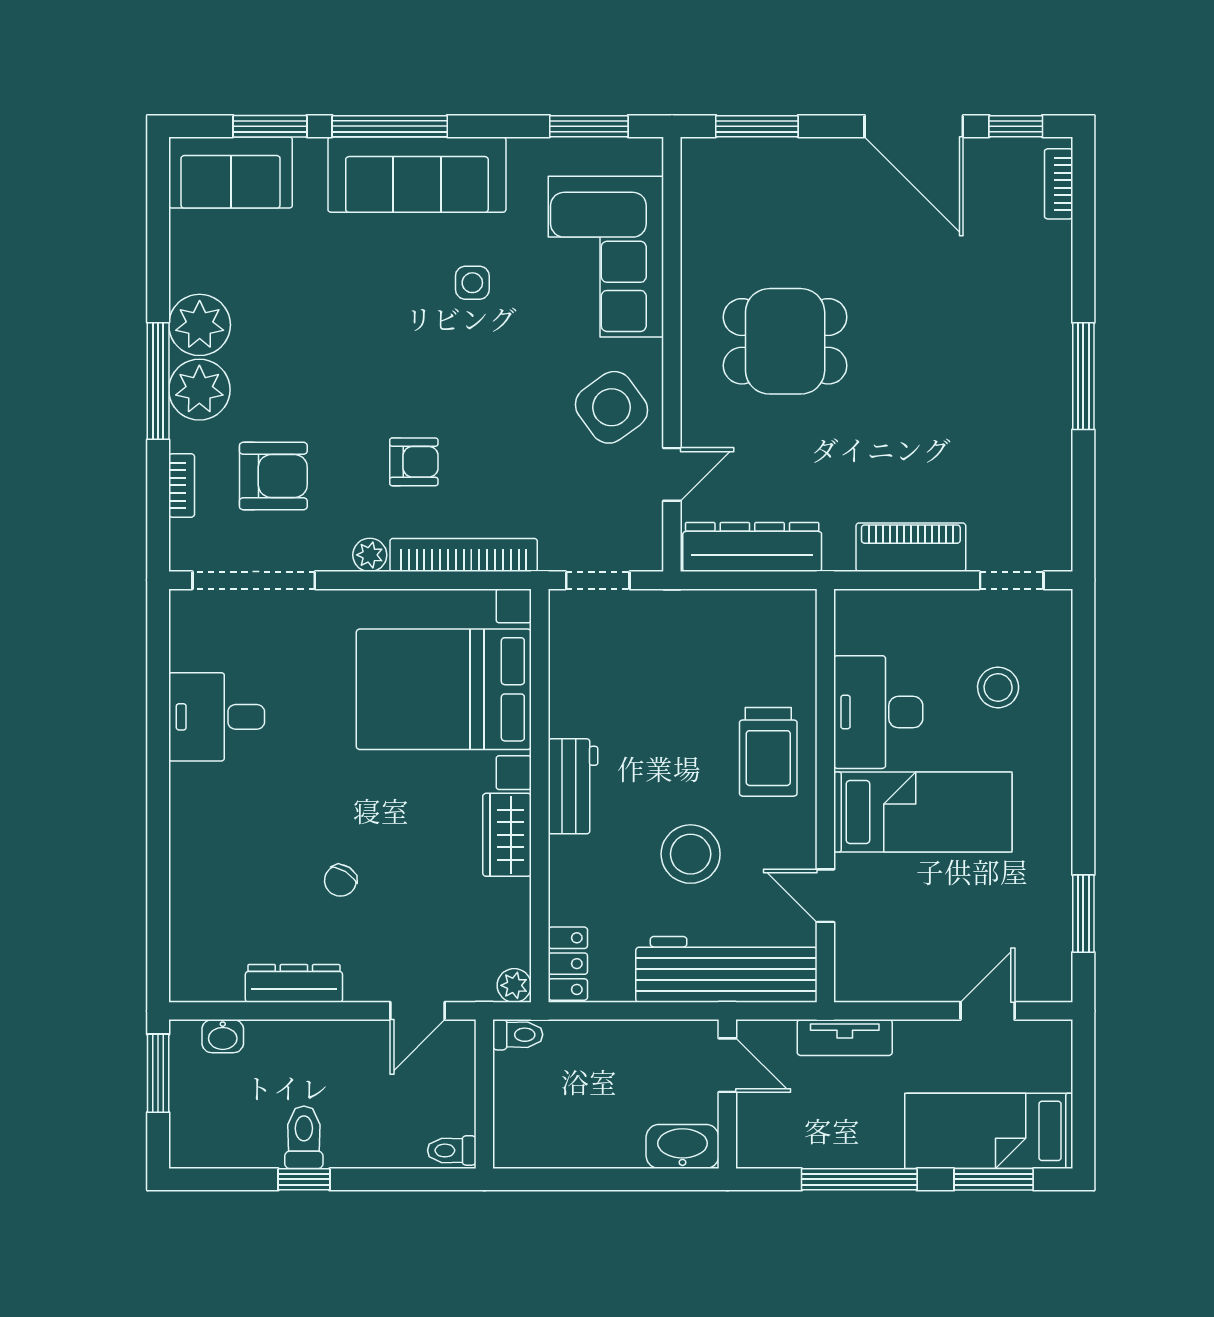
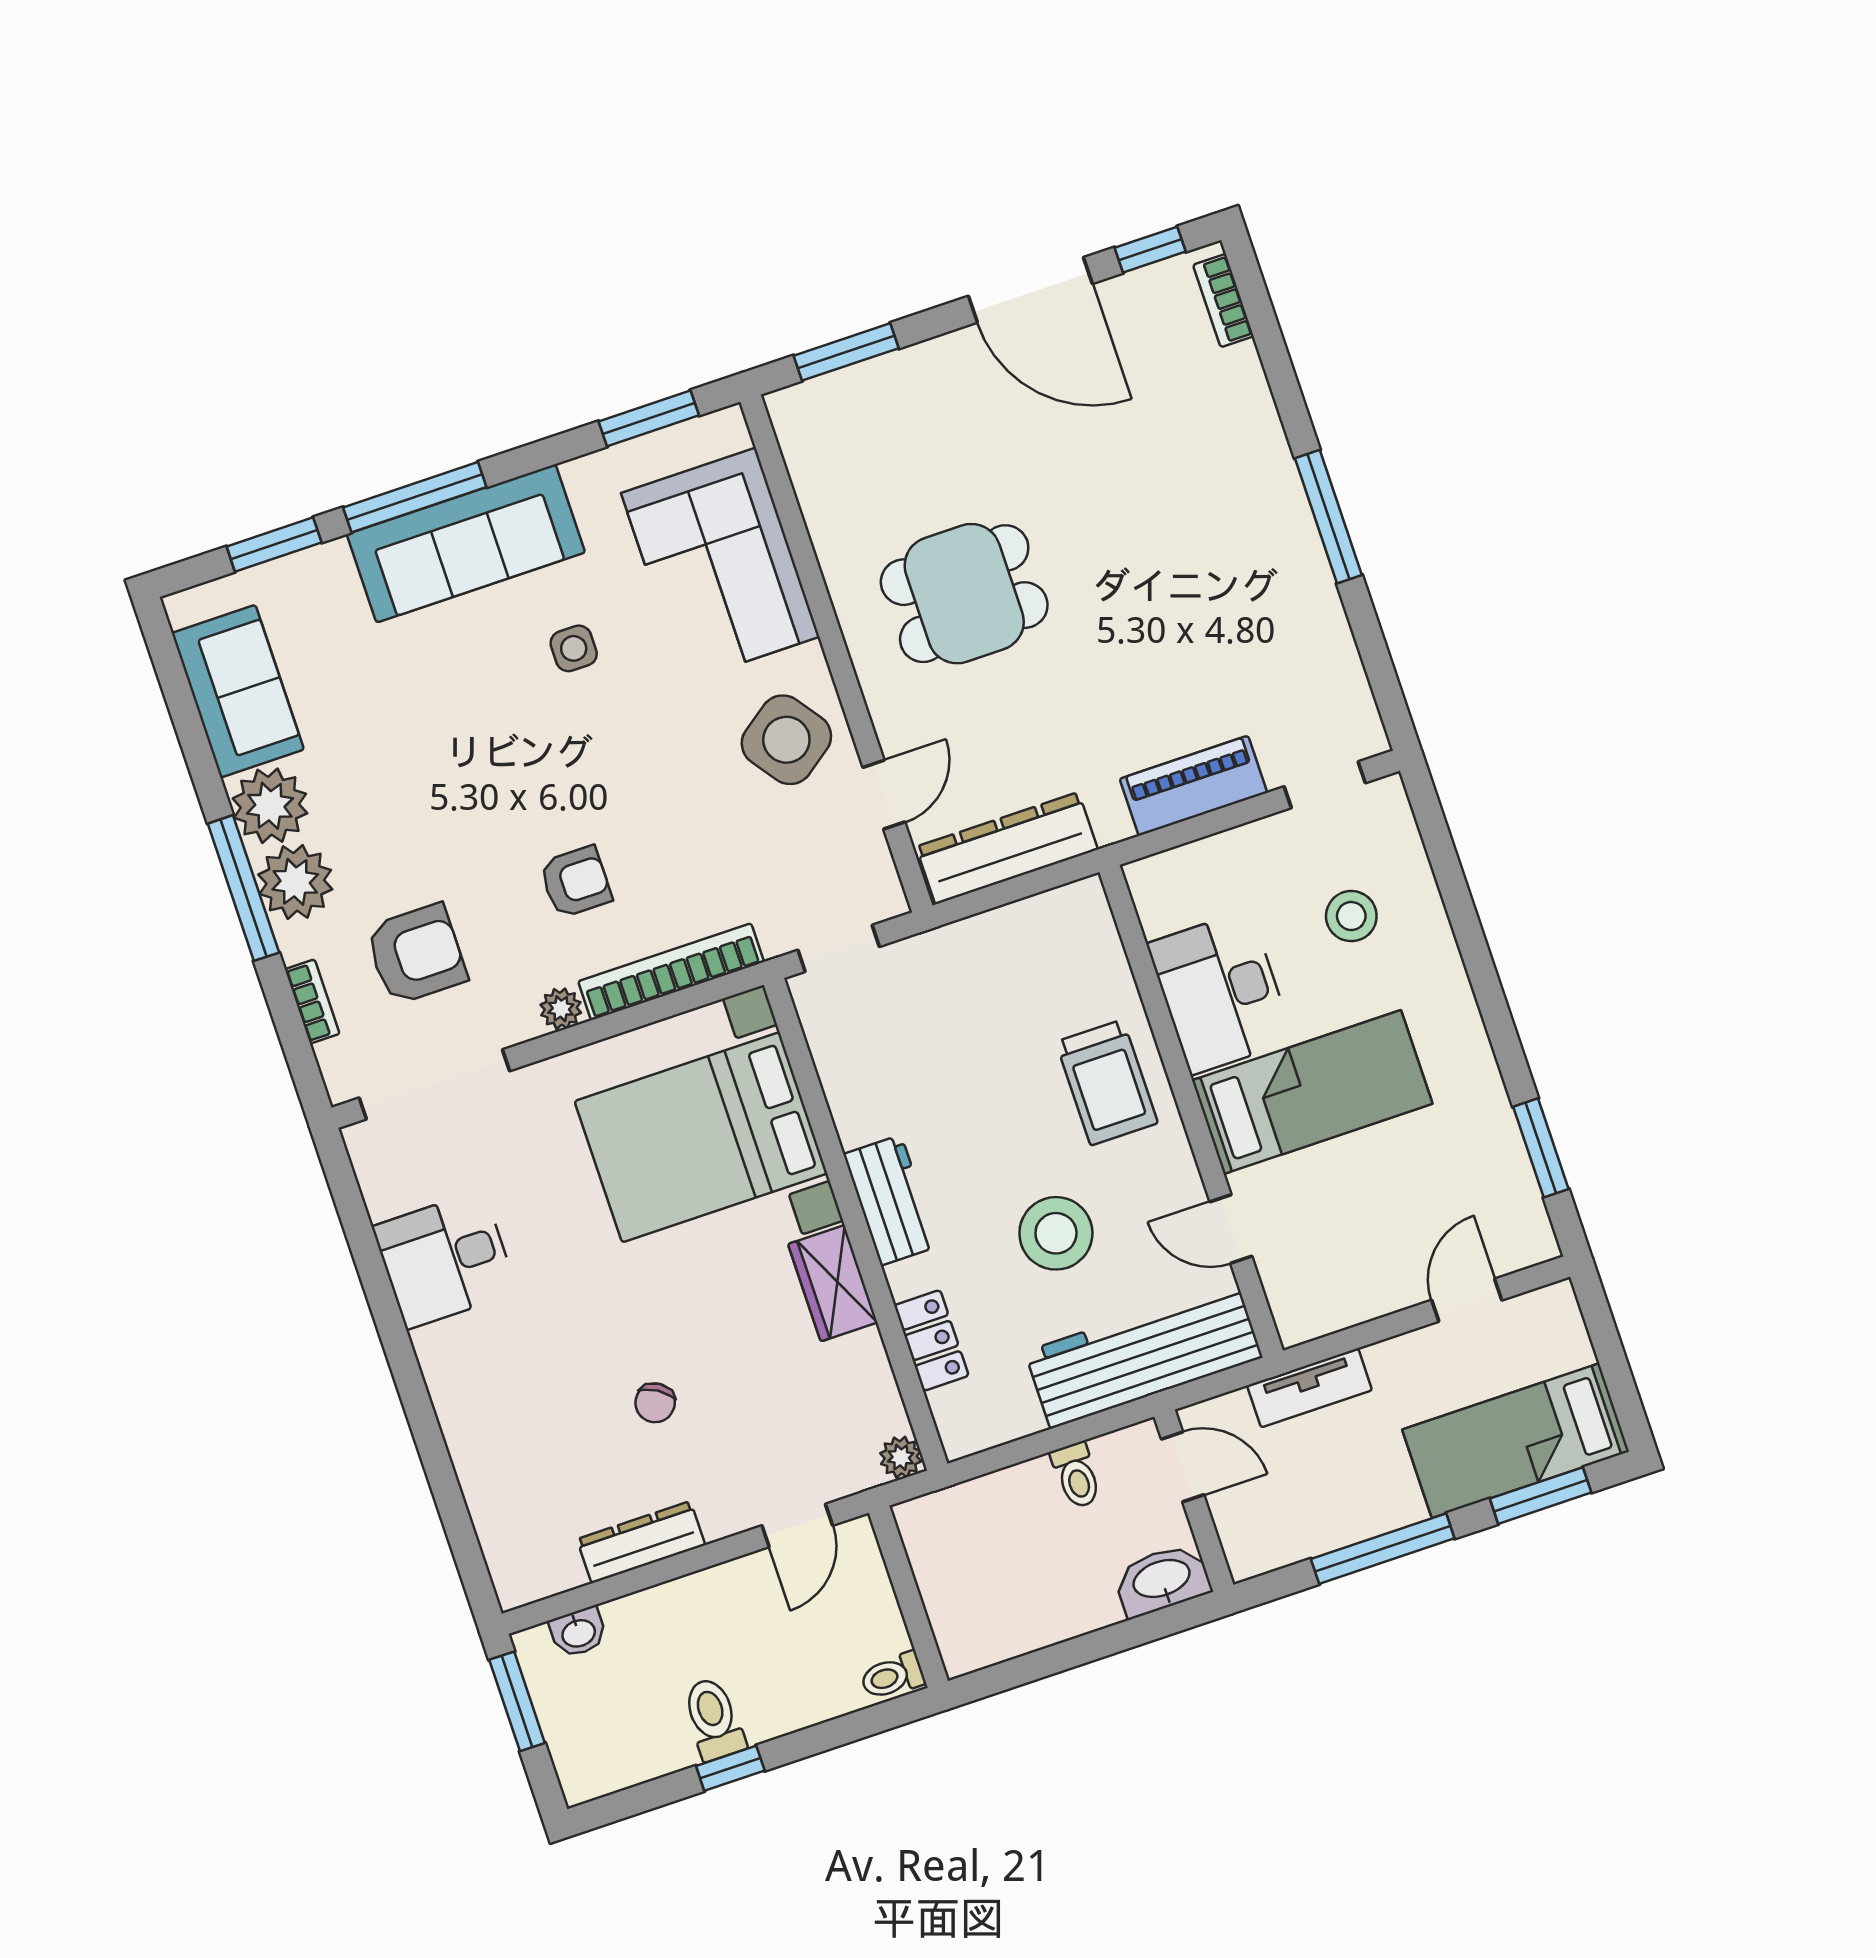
sofa: (231, 173) -> (238, 691), moved, turned -90
locker: (568, 964) -> (931, 1340), moved
toilet: (518, 1035) -> (1076, 1475), moved, turned 90

